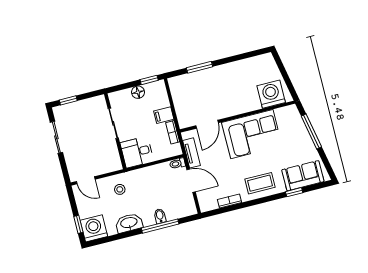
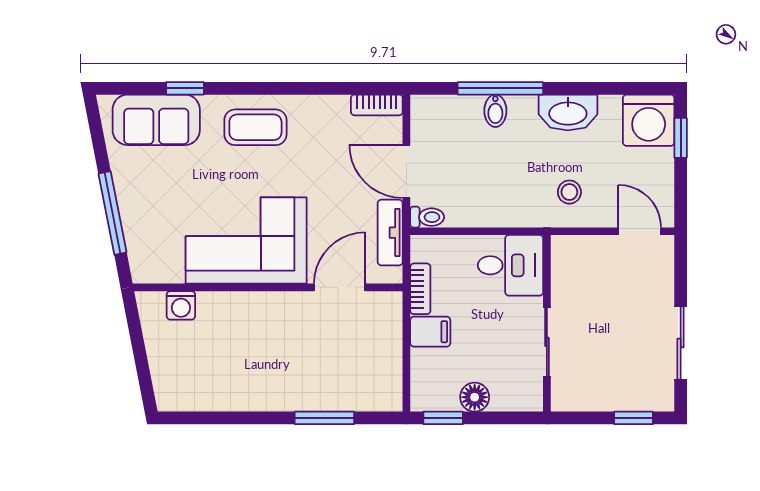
washing machine: (271, 94) -> (181, 305), width x0.53, depth x0.53
bookcase: (230, 201) -> (377, 105), moved

